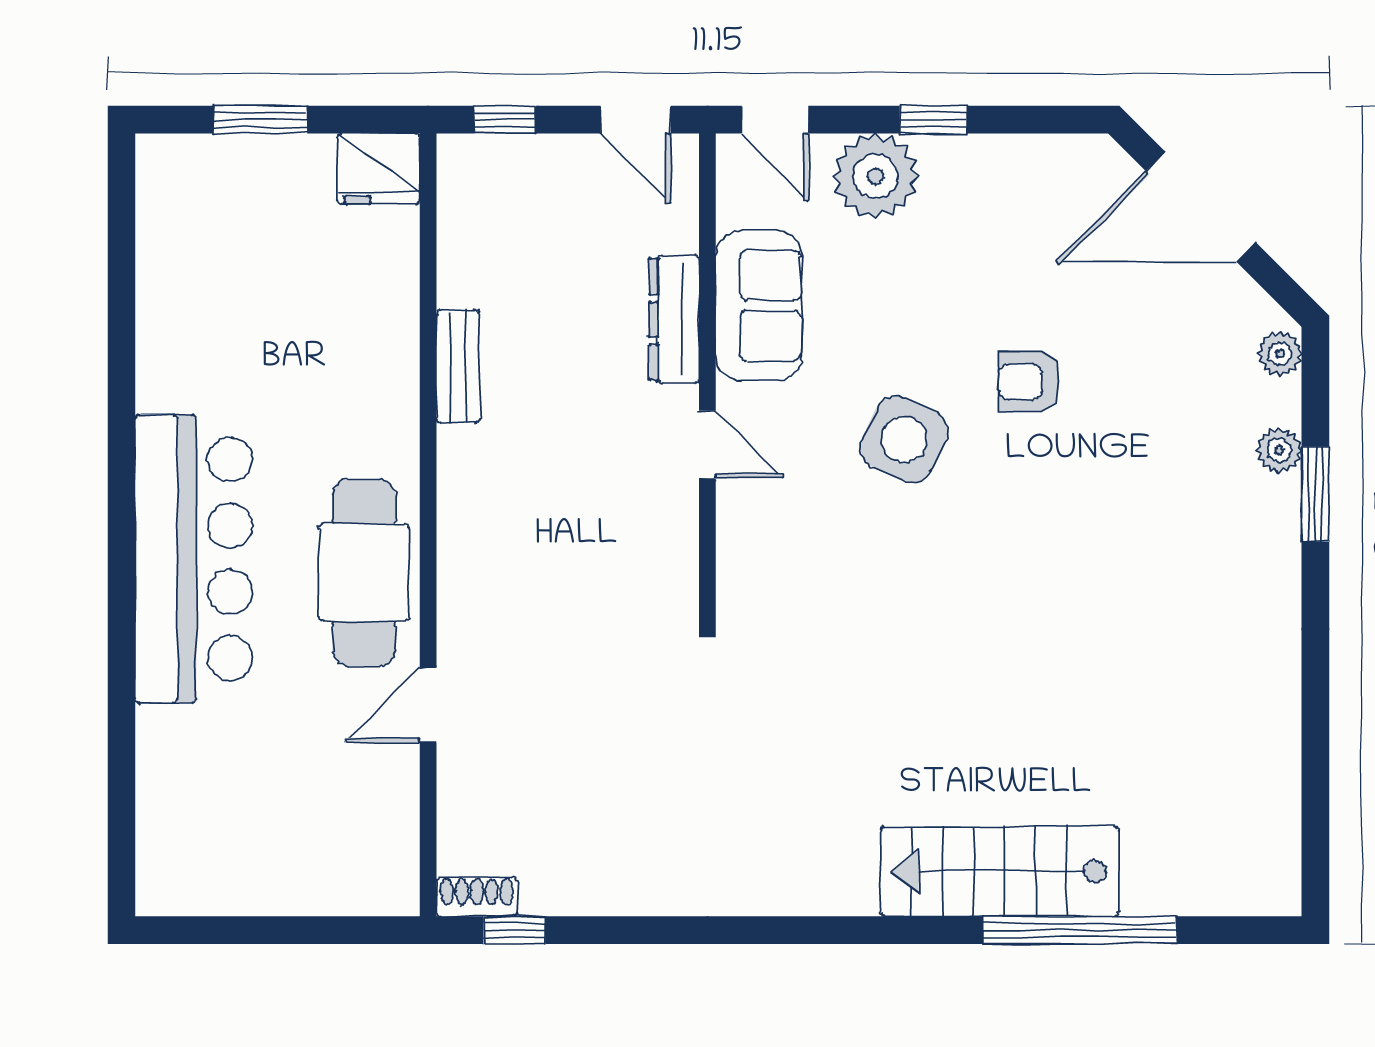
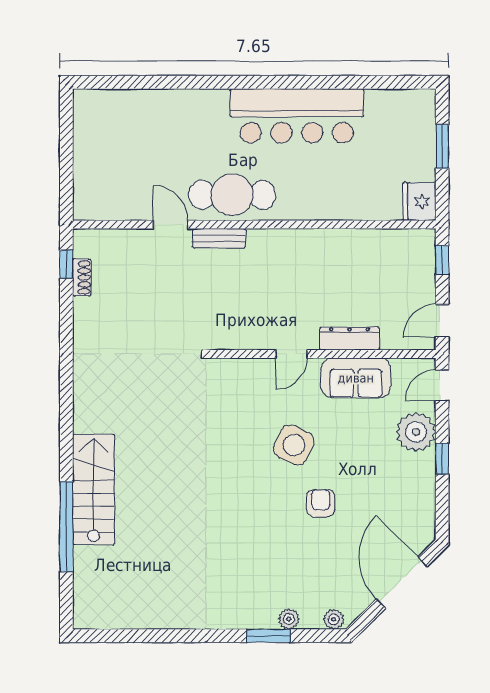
bench: (458, 366) -> (219, 238), moved
bar counter: (194, 559) -> (297, 116), moved
shoe rack: (477, 897) -> (82, 278), moved

